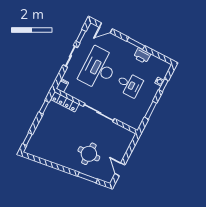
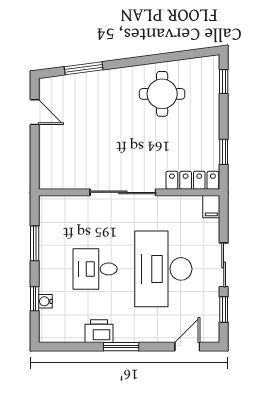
desk: (99, 69) -> (163, 269), turned 180
round table: (89, 154) -> (162, 94), moved

